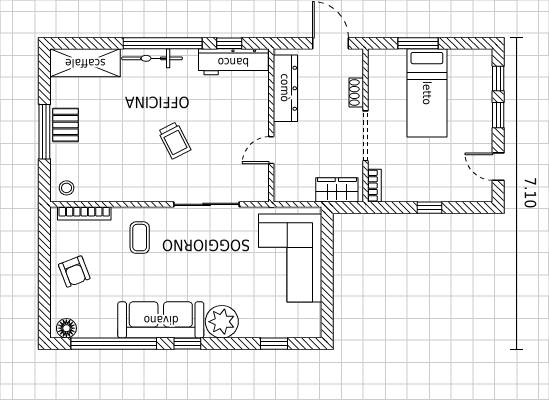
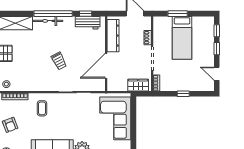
workbench: (233, 62) -> (88, 23), width x0.73
door: (271, 150) -> (106, 66), width x1.87

